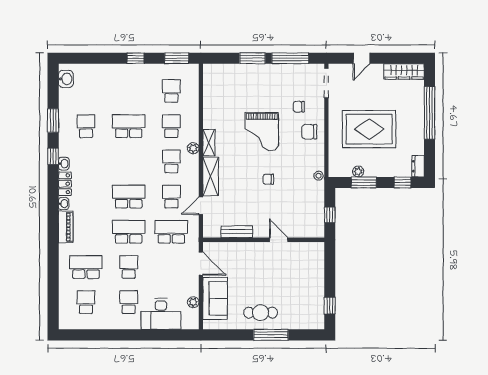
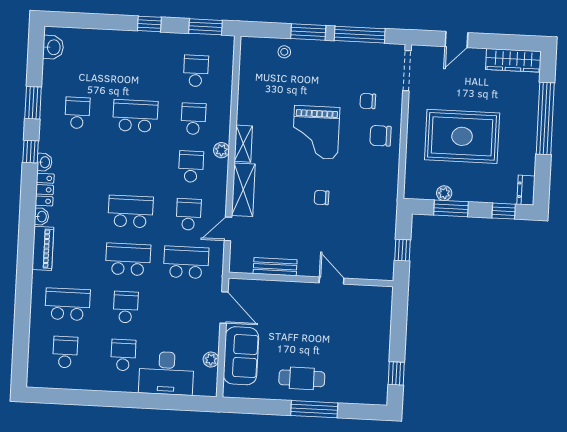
stool: (318, 176) -> (284, 52), moved

